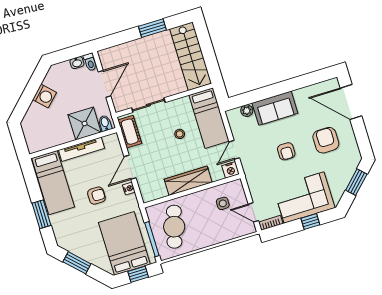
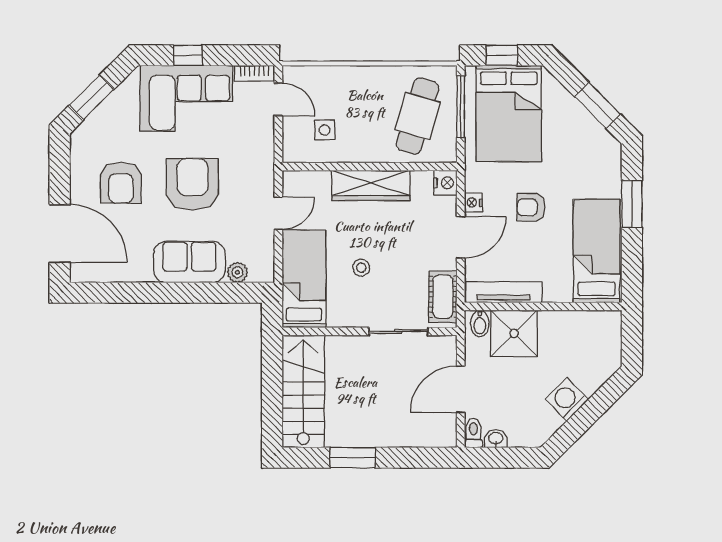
tv unit: (81, 149) -> (503, 292), moved
armchair: (286, 151) -> (192, 184), width x1.88, depth x1.88
nightstand: (231, 170) -> (445, 183), moved, turned 90

